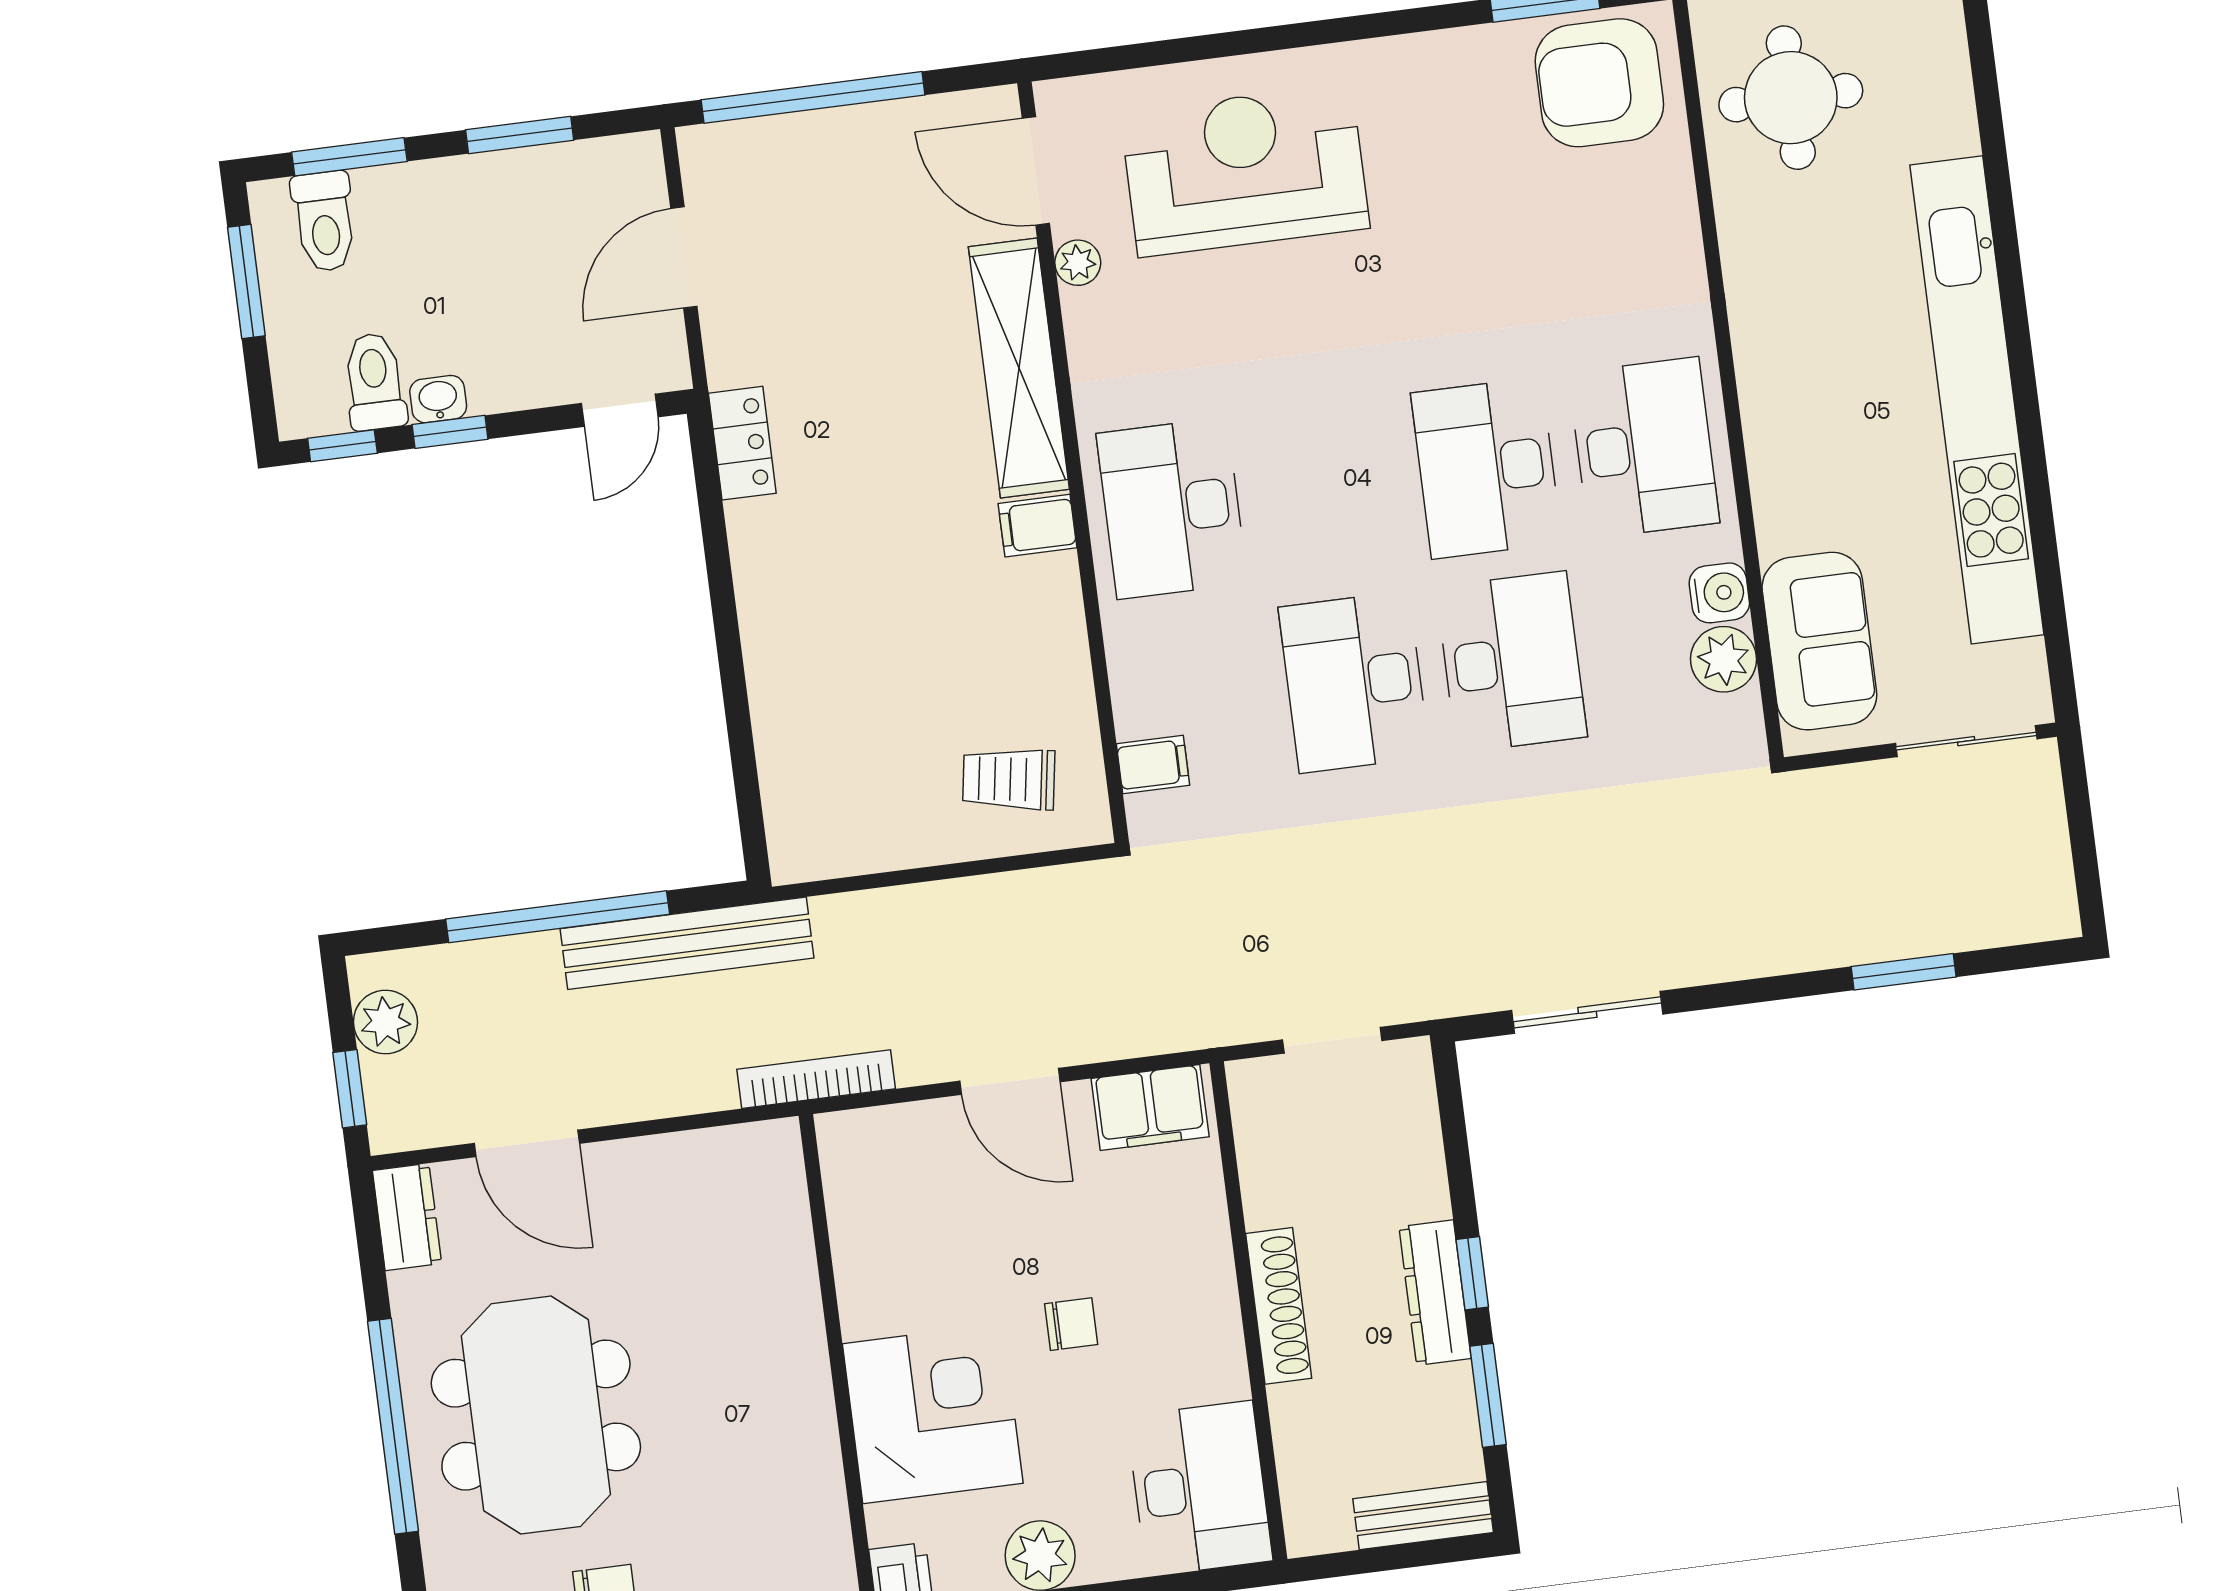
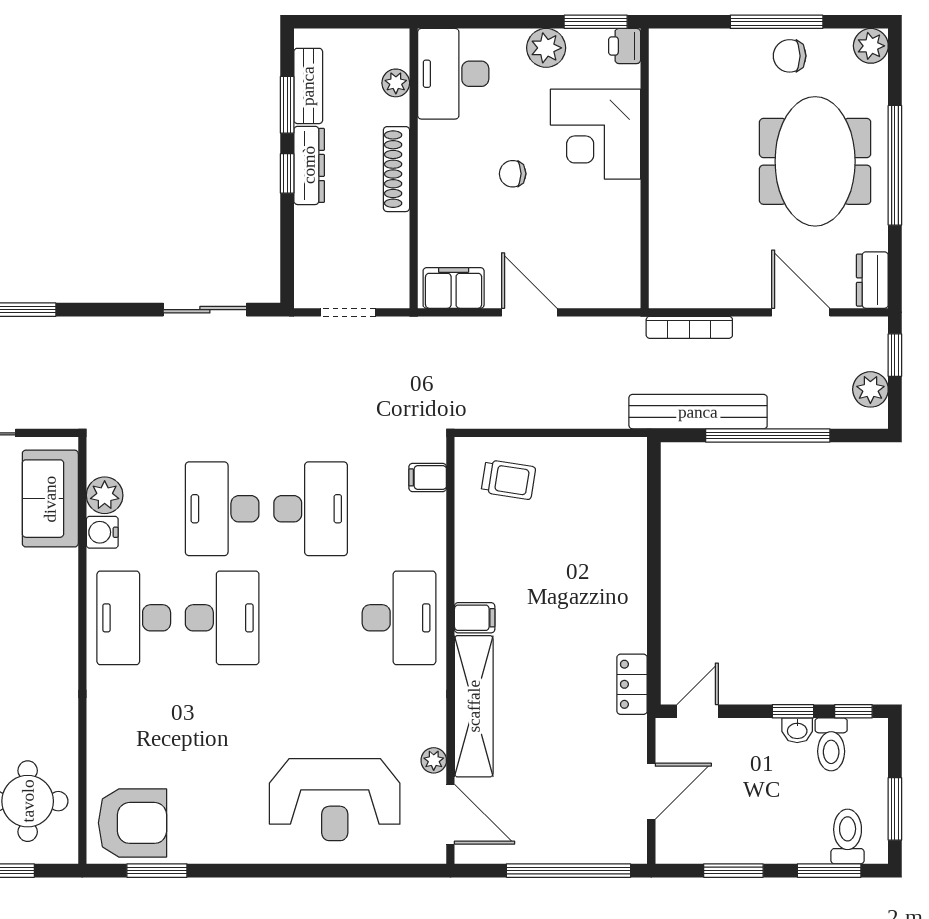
bookcase: (816, 1079) -> (689, 327), moved
plant: (1300, 1459) -> (396, 83), added
bench: (1423, 1516) -> (308, 86), moved, turned 90

